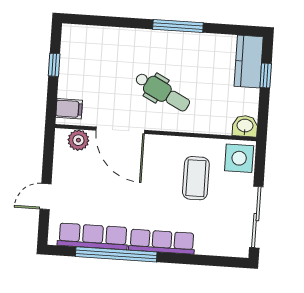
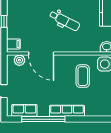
dental chair: (162, 92) -> (65, 21), moved
row of seats: (93, 236) -> (24, 110), width x0.68

